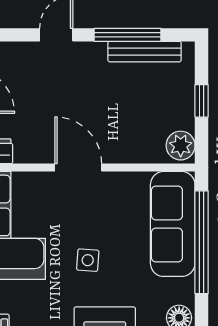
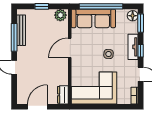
door: (78, 168) -> (70, 48), moved

